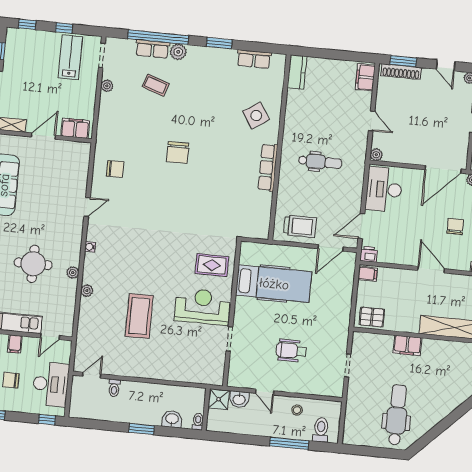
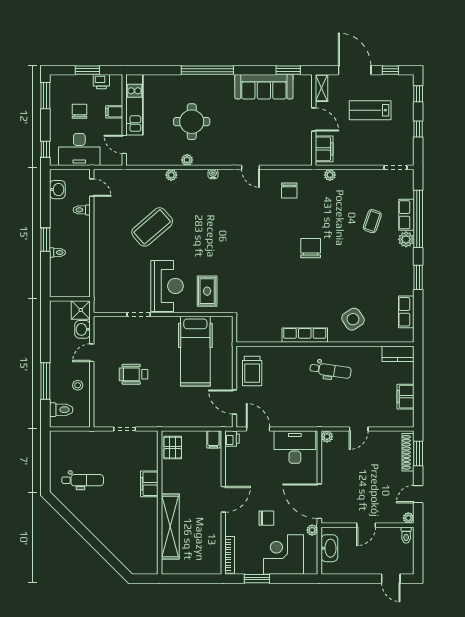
lab bench: (70, 57) -> (370, 110), moved, turned 180
filing cabinet: (365, 77) -> (405, 397), moved, turned -90
plant: (107, 86) -> (330, 175), moved
chair: (178, 152) -> (311, 248), turned 90
dental chair: (320, 162) -> (330, 370), moved, turned -82
coffee table: (139, 316) -> (152, 227), turned -41
wheelchair: (291, 351) -> (133, 374), turned -90
dental chair: (397, 415) -> (83, 480), width x0.73, depth x0.72
washbasin: (172, 419) -> (57, 190), moved
toilet: (198, 422) -> (57, 252), moved

